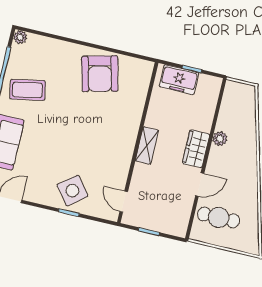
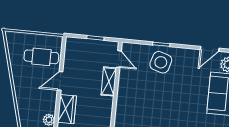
shelving: (147, 145) -> (109, 81), moved
side table: (72, 191) -> (161, 62), turned -35

